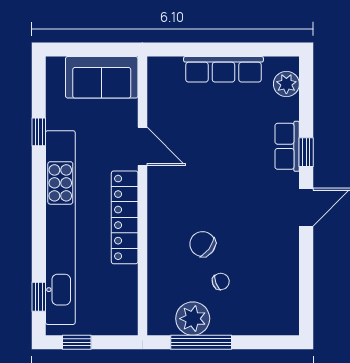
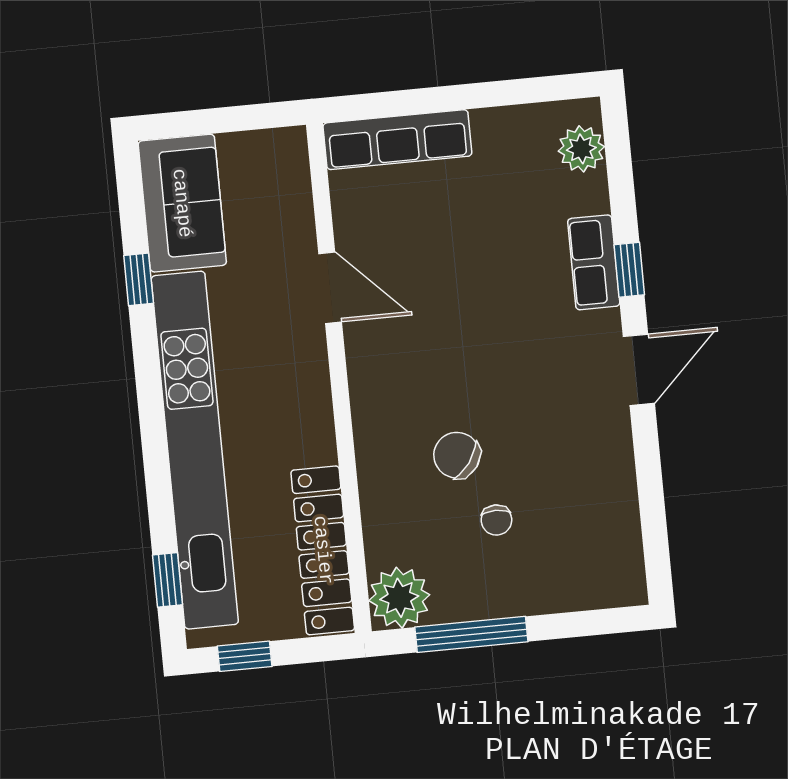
row of seats: (223, 69) -> (397, 140), moved
sofa: (102, 77) -> (182, 203), moved, turned -90
locker: (125, 217) -> (323, 550), moved
chair: (221, 281) -> (496, 520), turned 112
plant: (193, 319) -> (399, 598), moved

